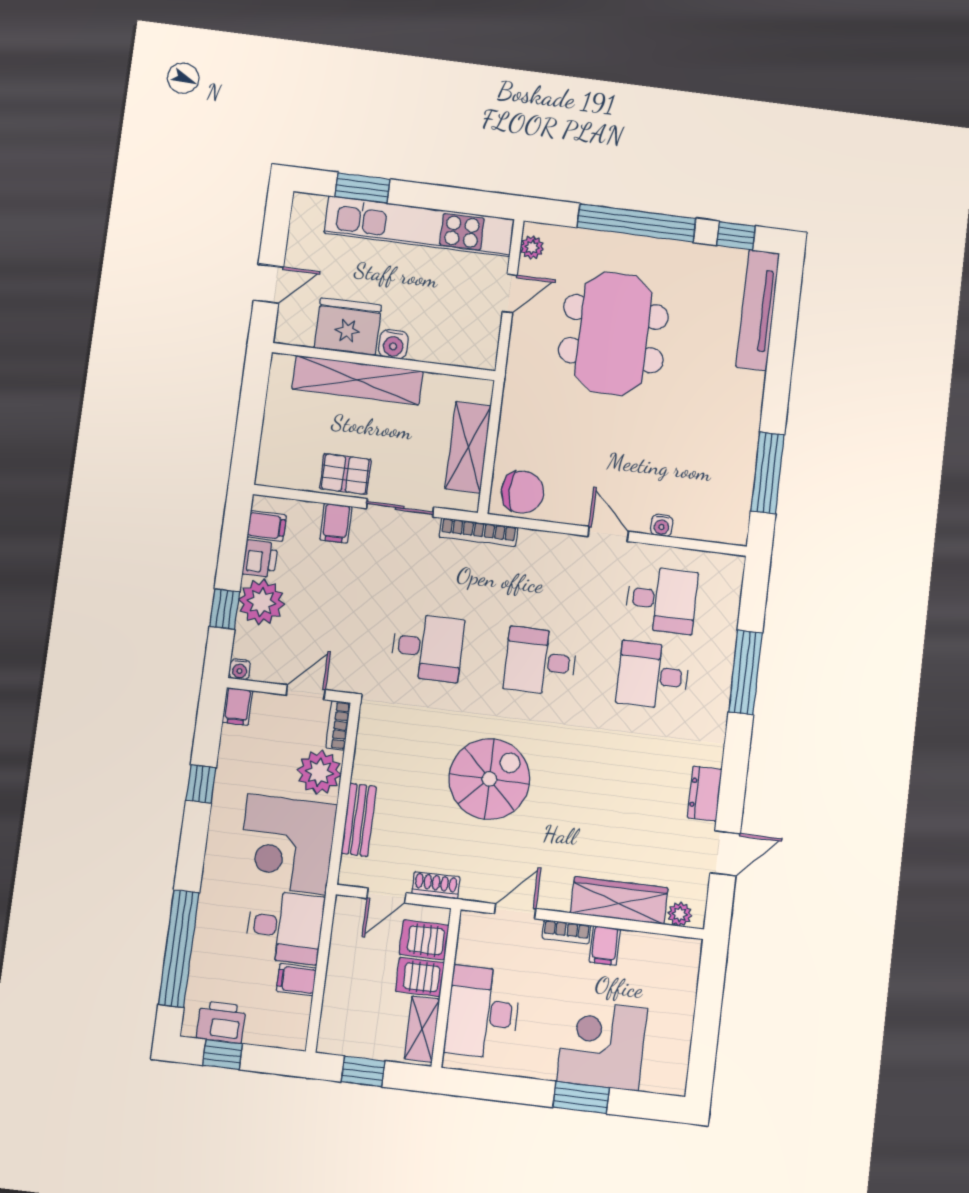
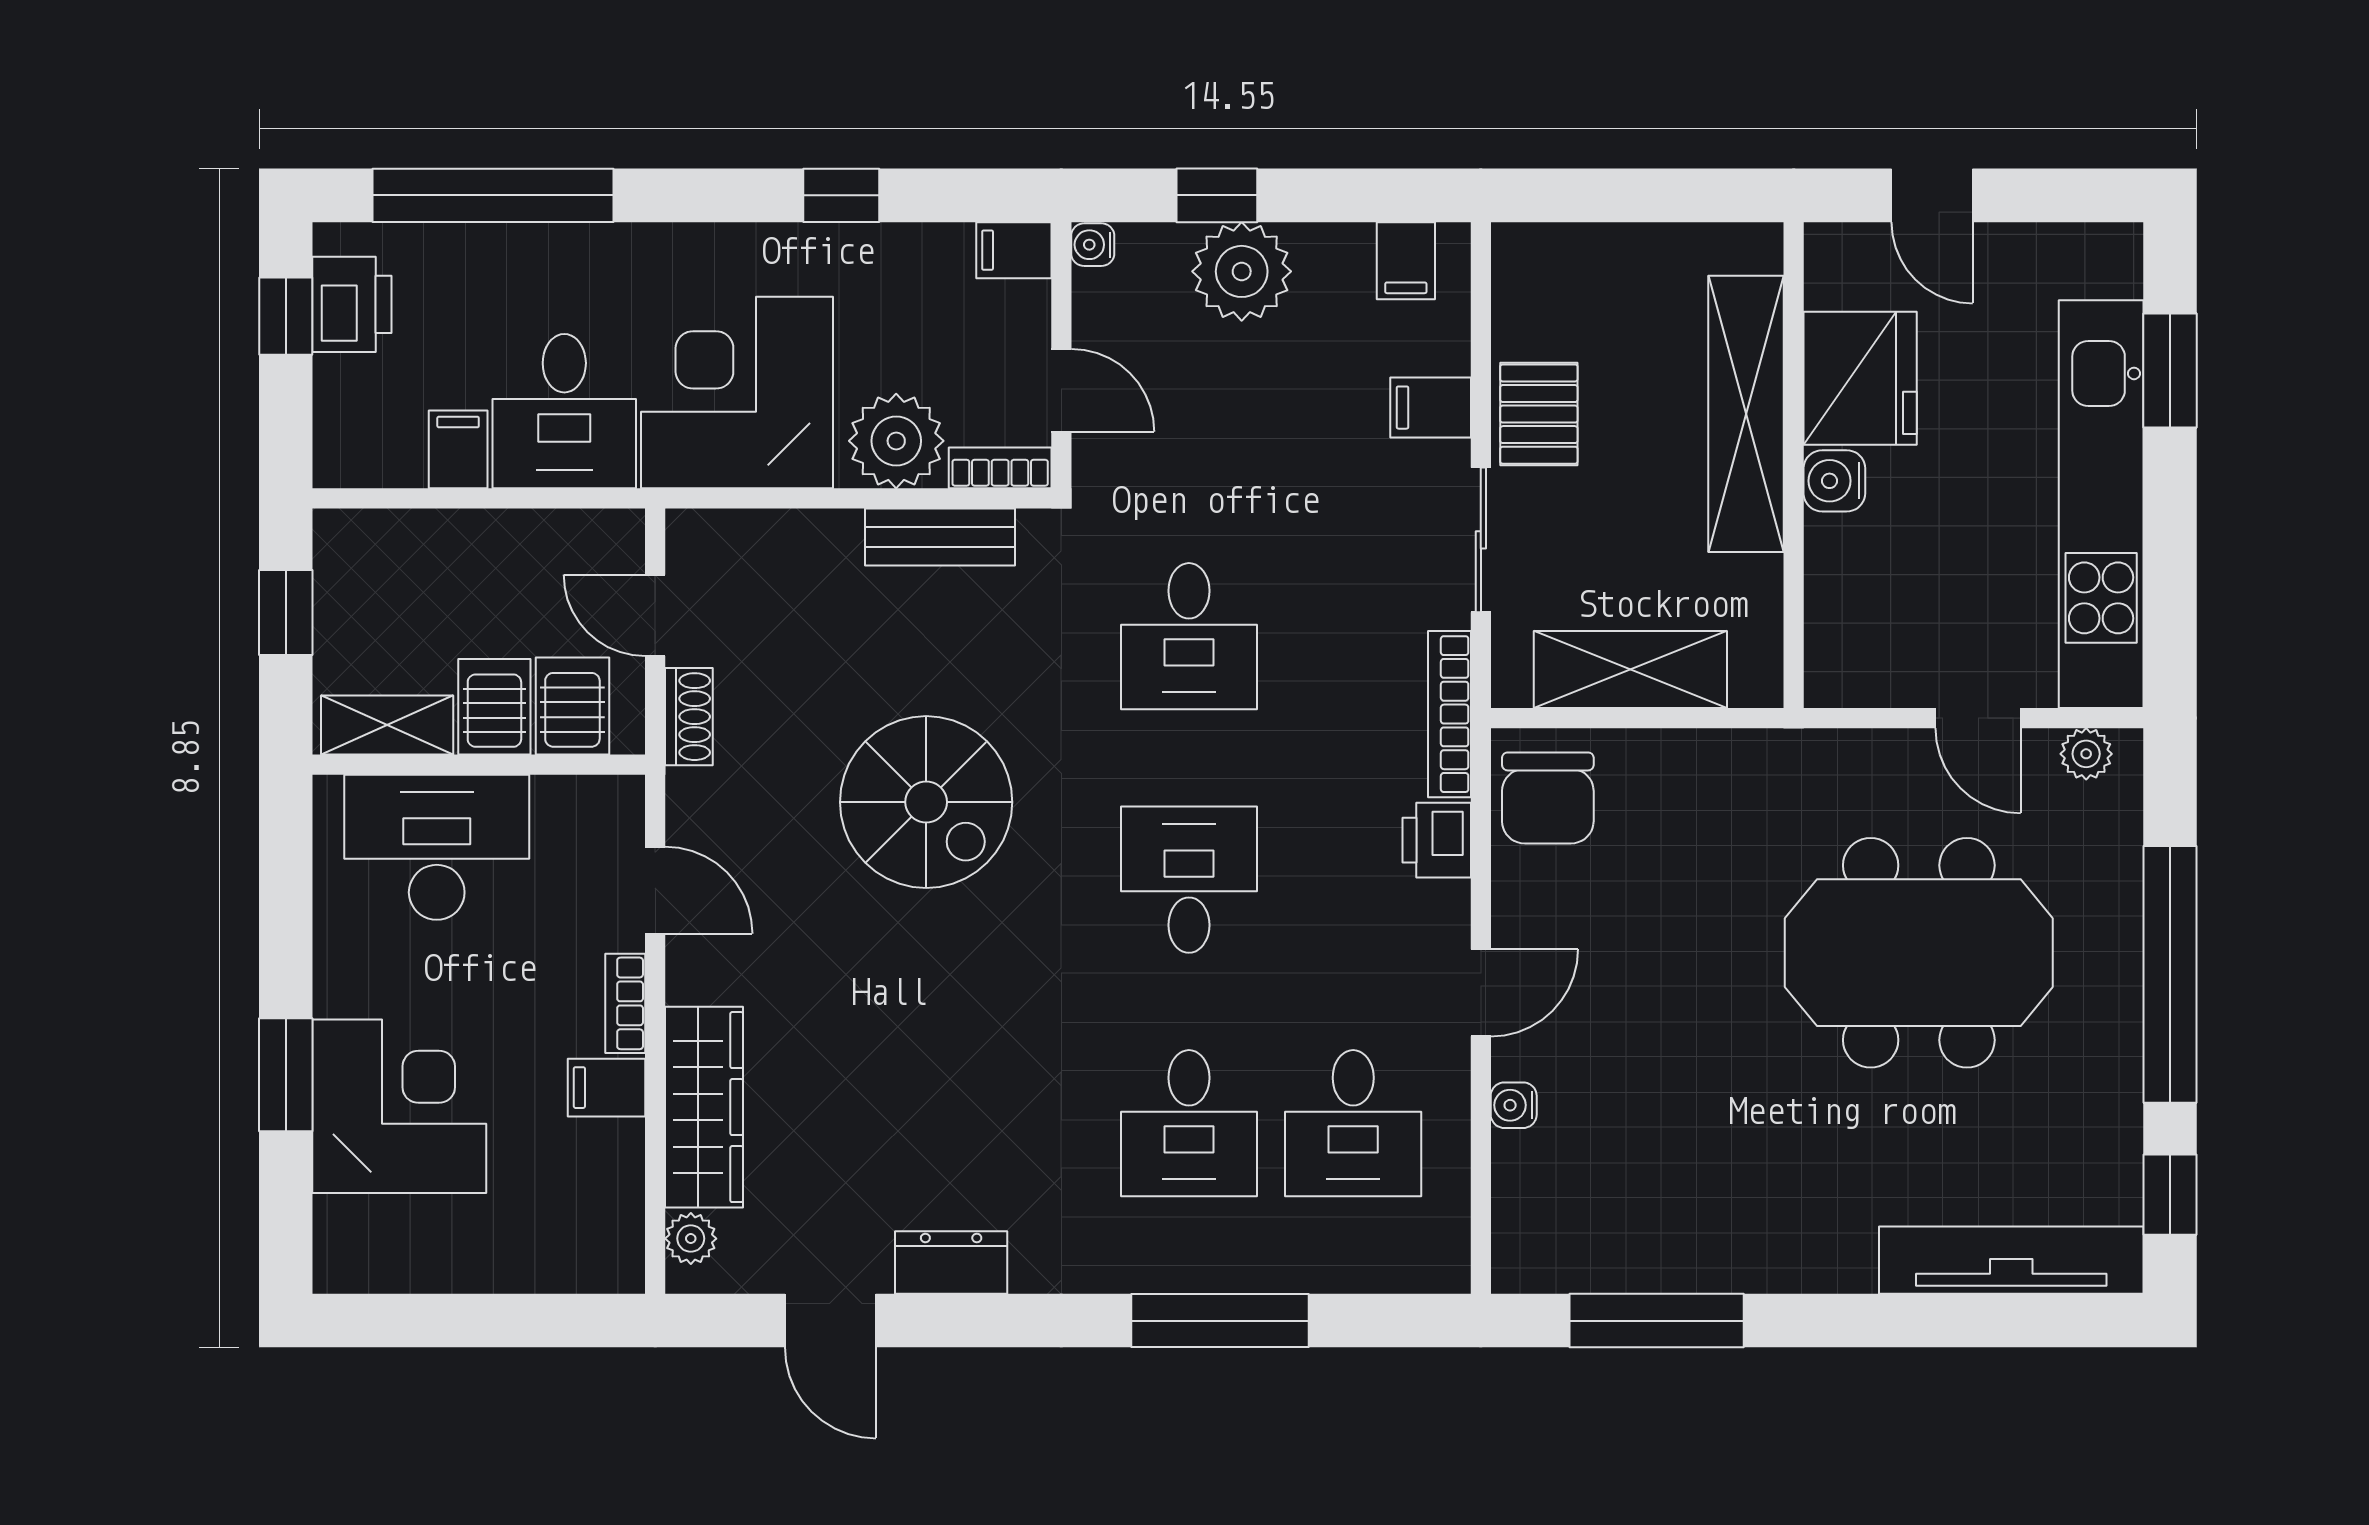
printer: (260, 559) -> (1437, 840), moved, turned 90
desk: (653, 675) -> (1189, 1123), turned 180
bench: (359, 820) -> (940, 537), moved

